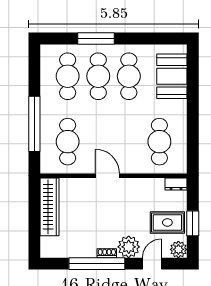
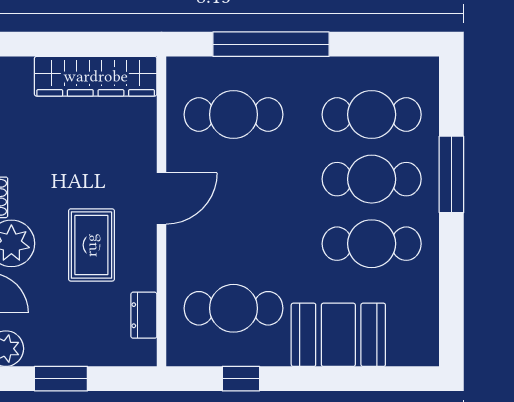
booth: (172, 76) -> (338, 335), moved
window: (193, 138) -> (241, 379), added
dresser: (176, 184) -> (144, 315), moved
rug: (167, 222) -> (91, 245), moved

